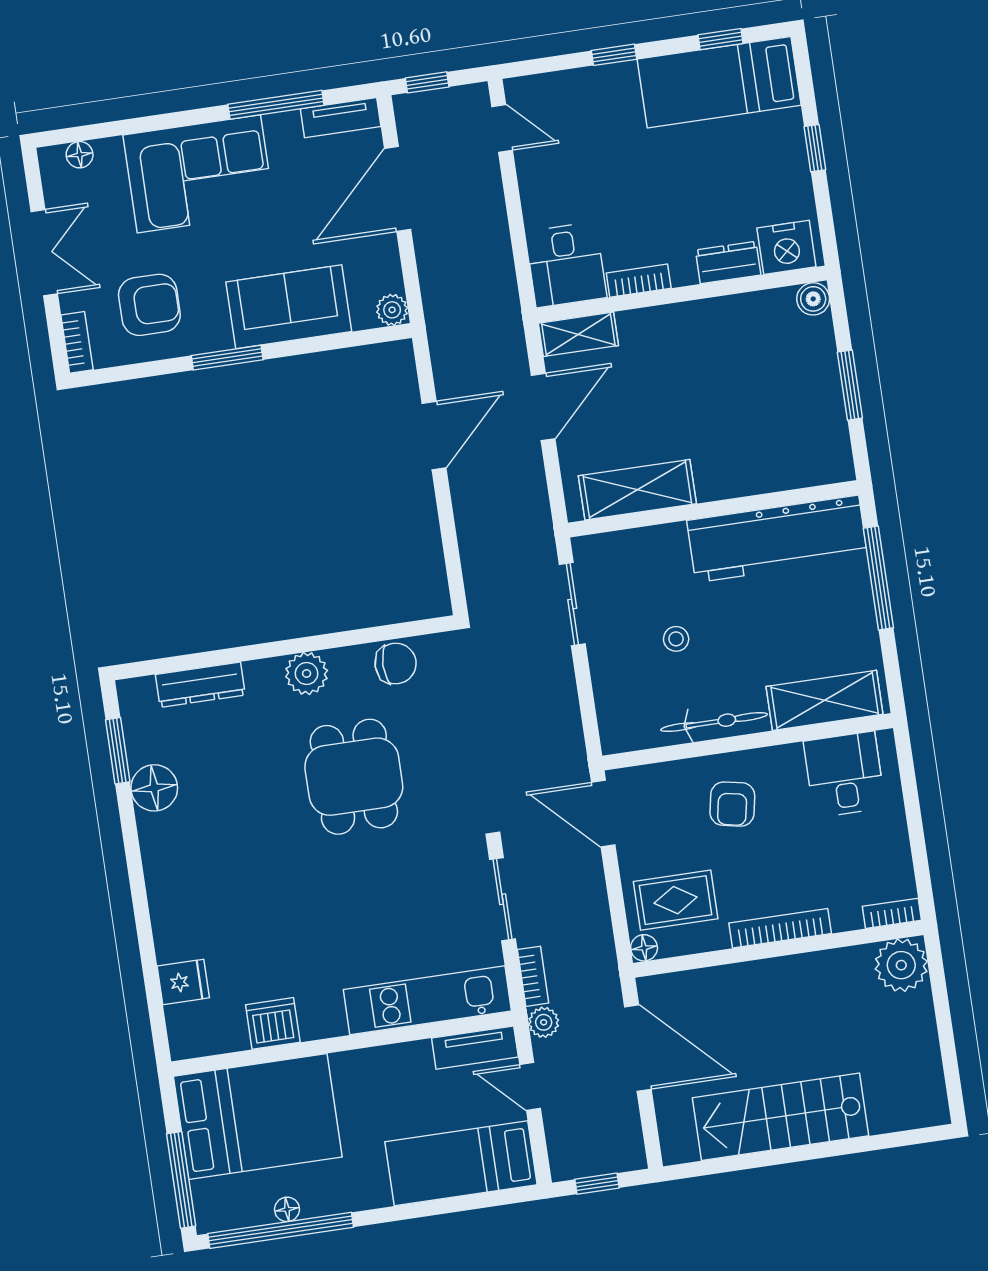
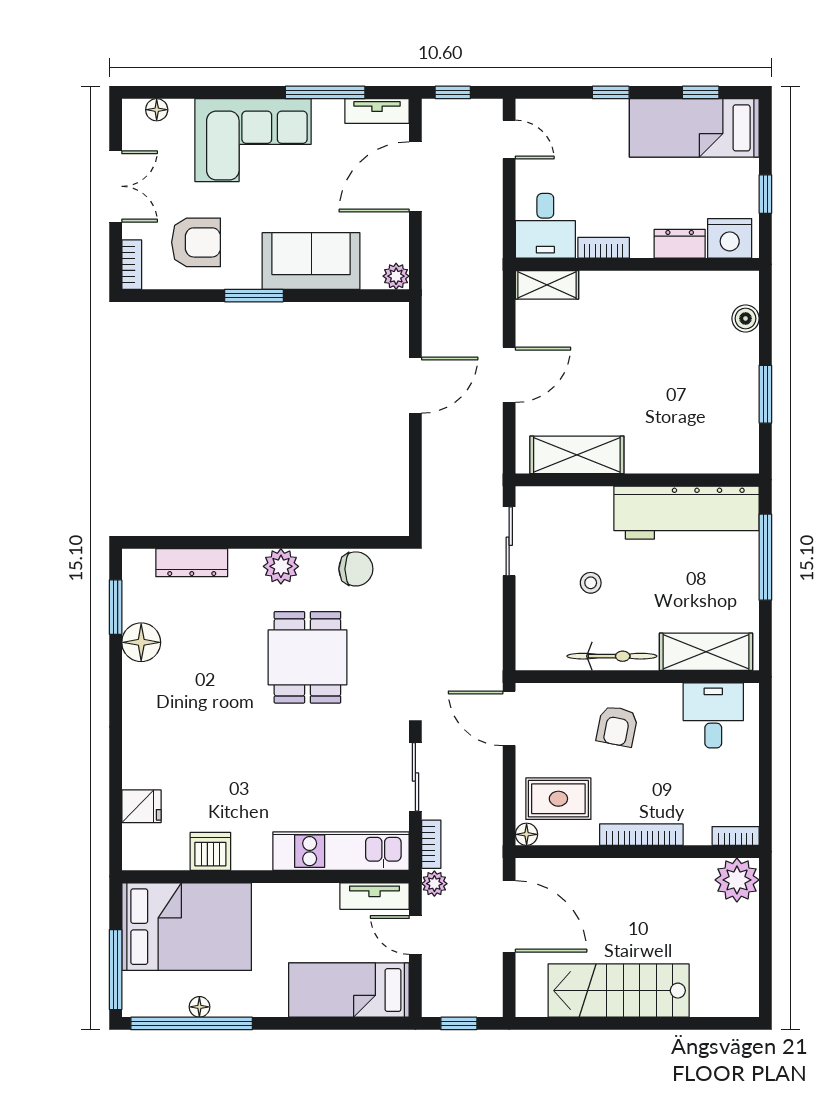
nightstand: (786, 247) -> (730, 238), moved
dresser: (728, 262) -> (680, 244), moved
desk: (566, 265) -> (545, 226), moved
bookcase: (639, 281) -> (604, 248), moved
wall: (682, 294) -> (637, 264), moved
shelving: (578, 334) -> (547, 285), moved

